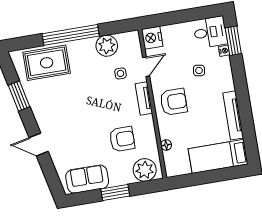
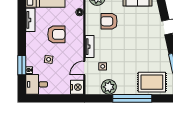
window: (233, 41) -> (22, 65), moved
armchair: (174, 102) -> (56, 34), moved, turned 180
tv unit: (233, 115) -> (30, 20), width x0.71

